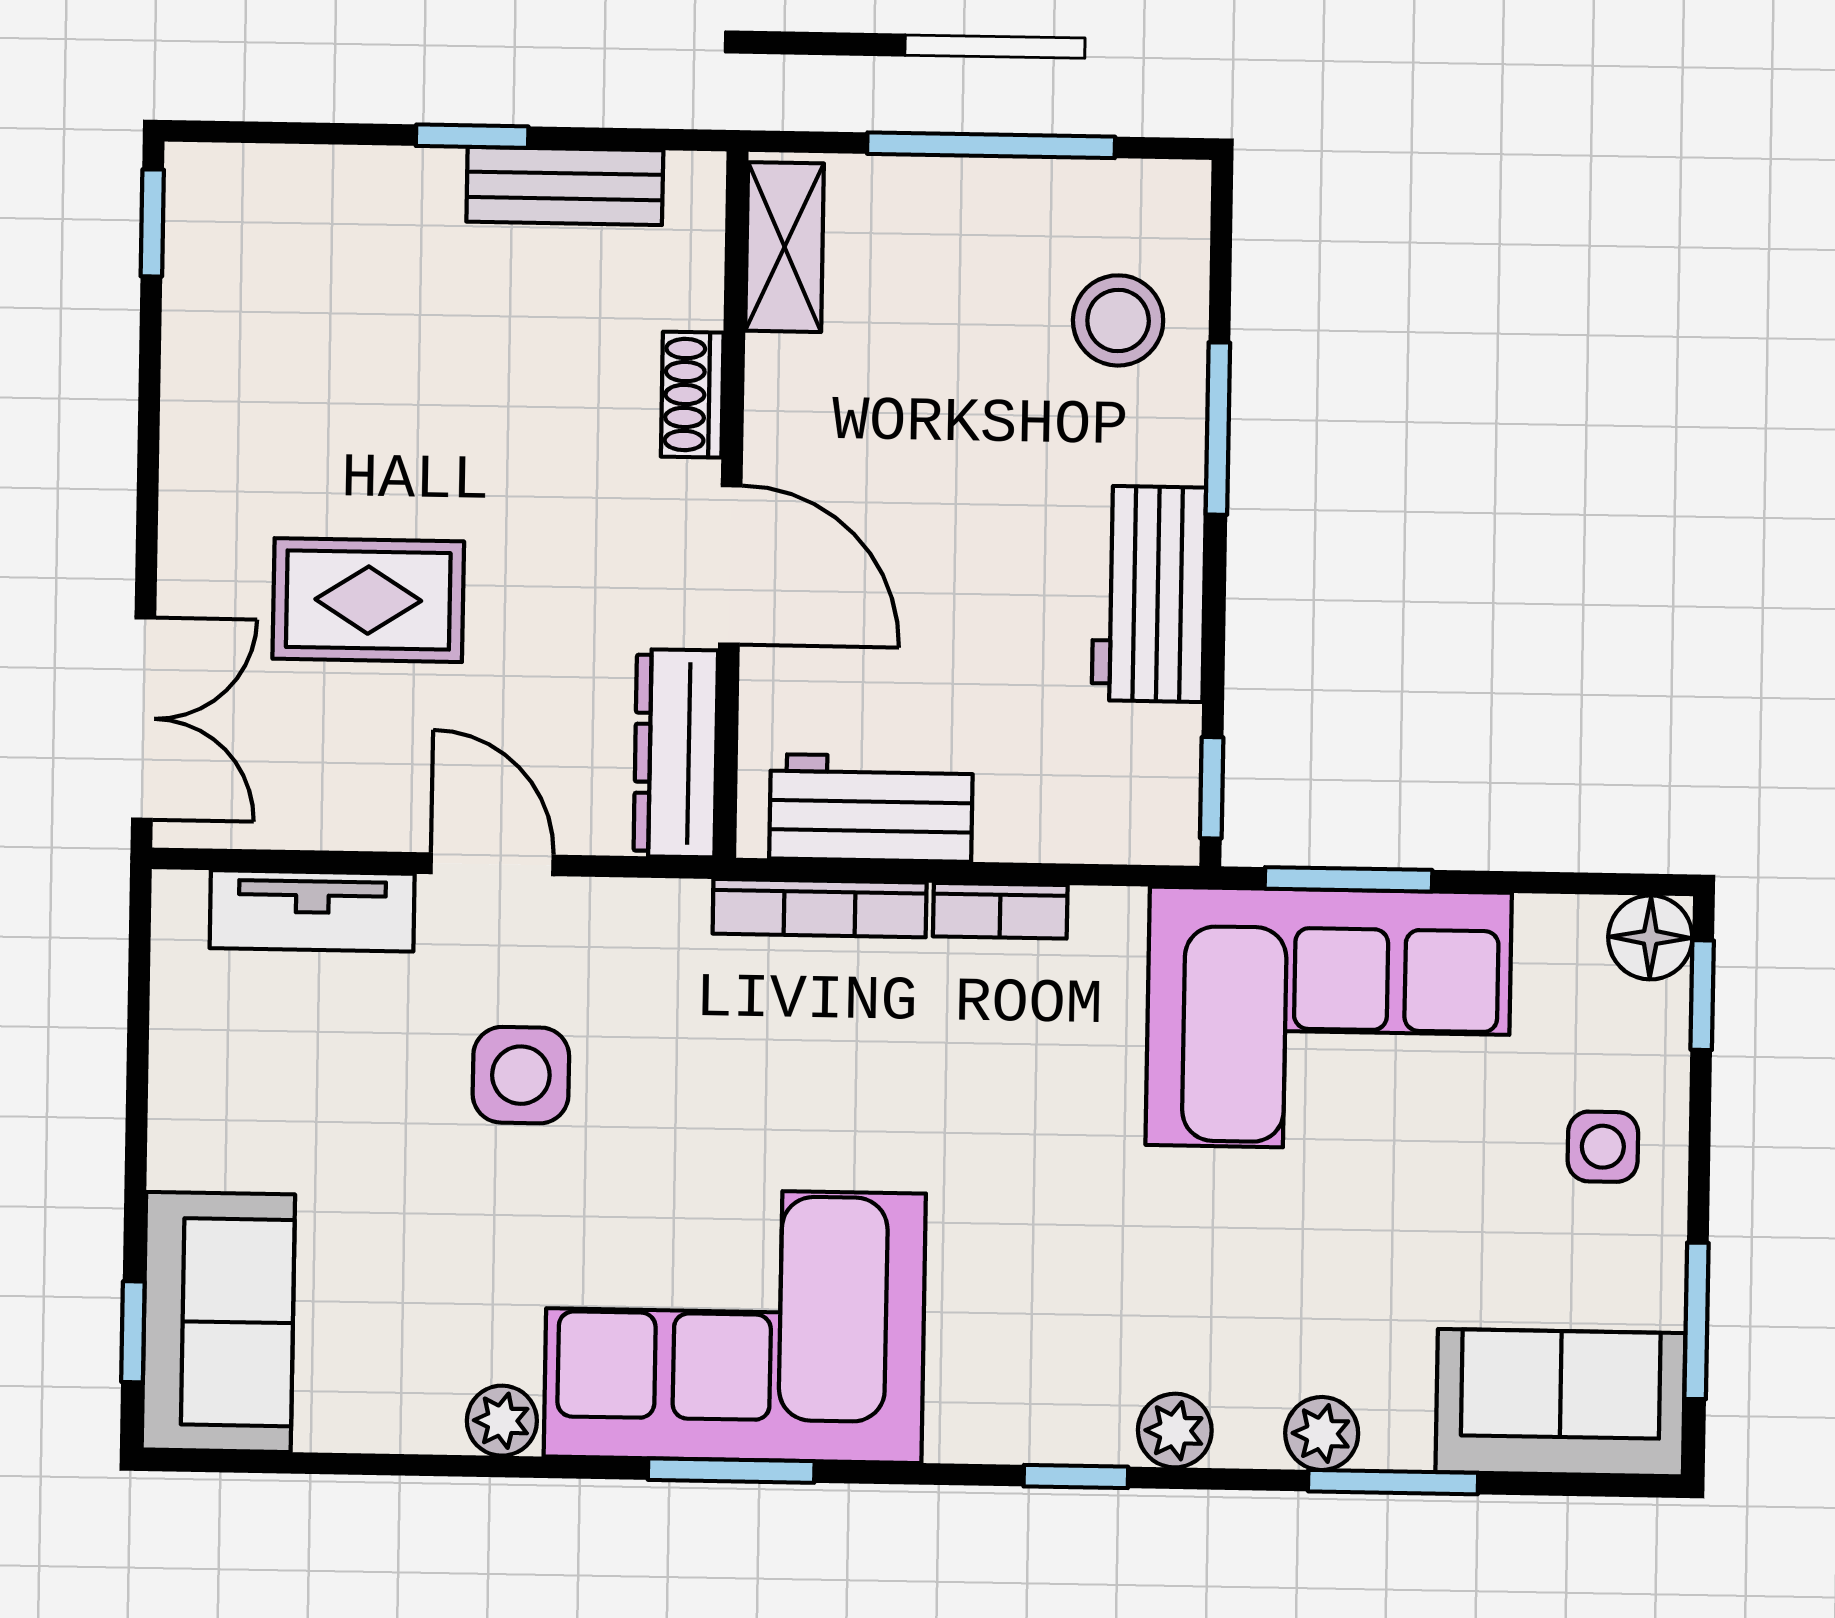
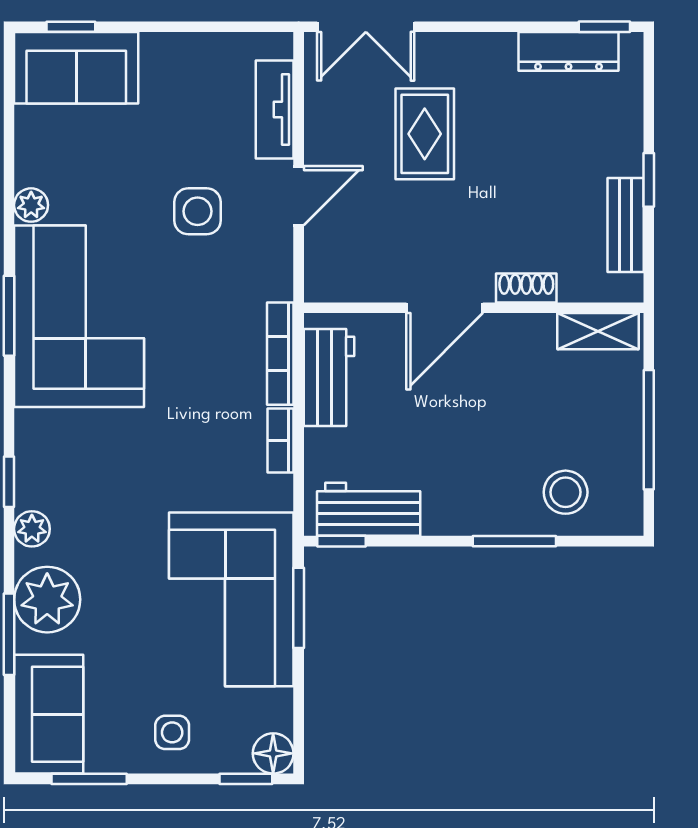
workbench: (1149, 594) -> (369, 509), moved
dresser: (676, 753) -> (568, 51), moved, turned 180
plant: (1322, 1434) -> (47, 600), width x1.87, depth x1.87

